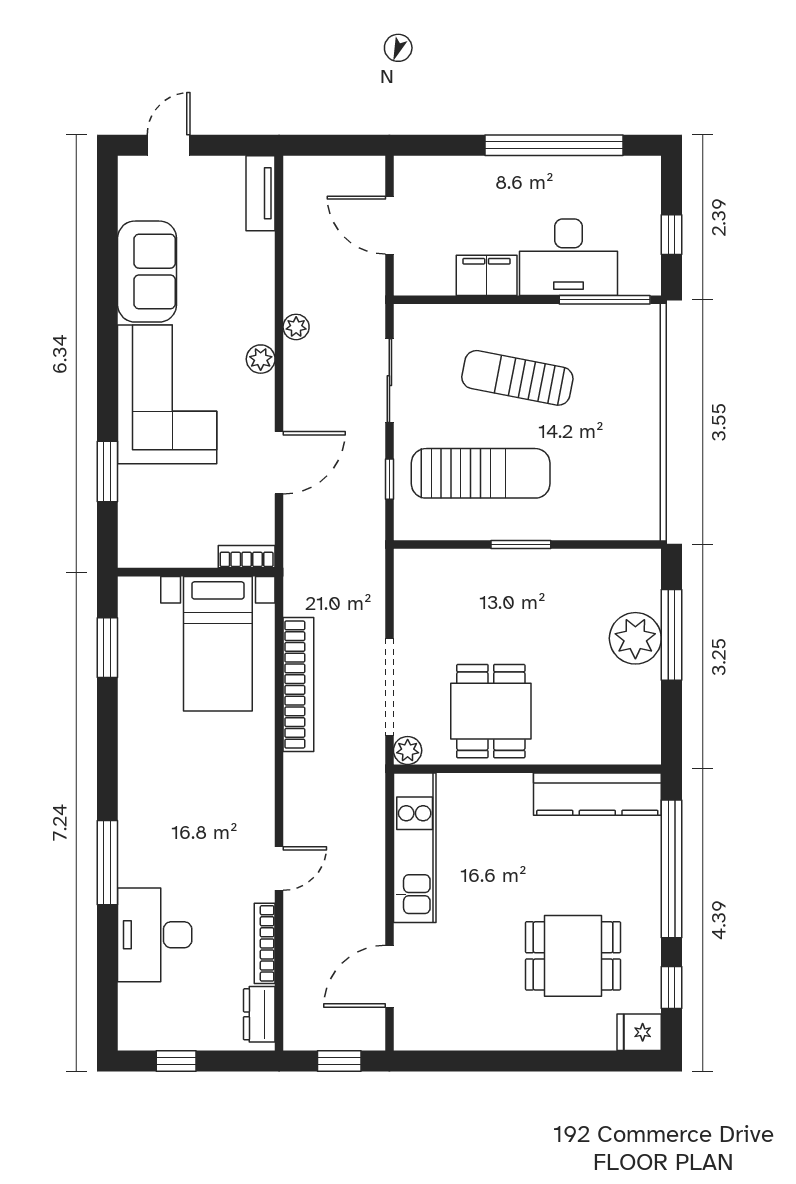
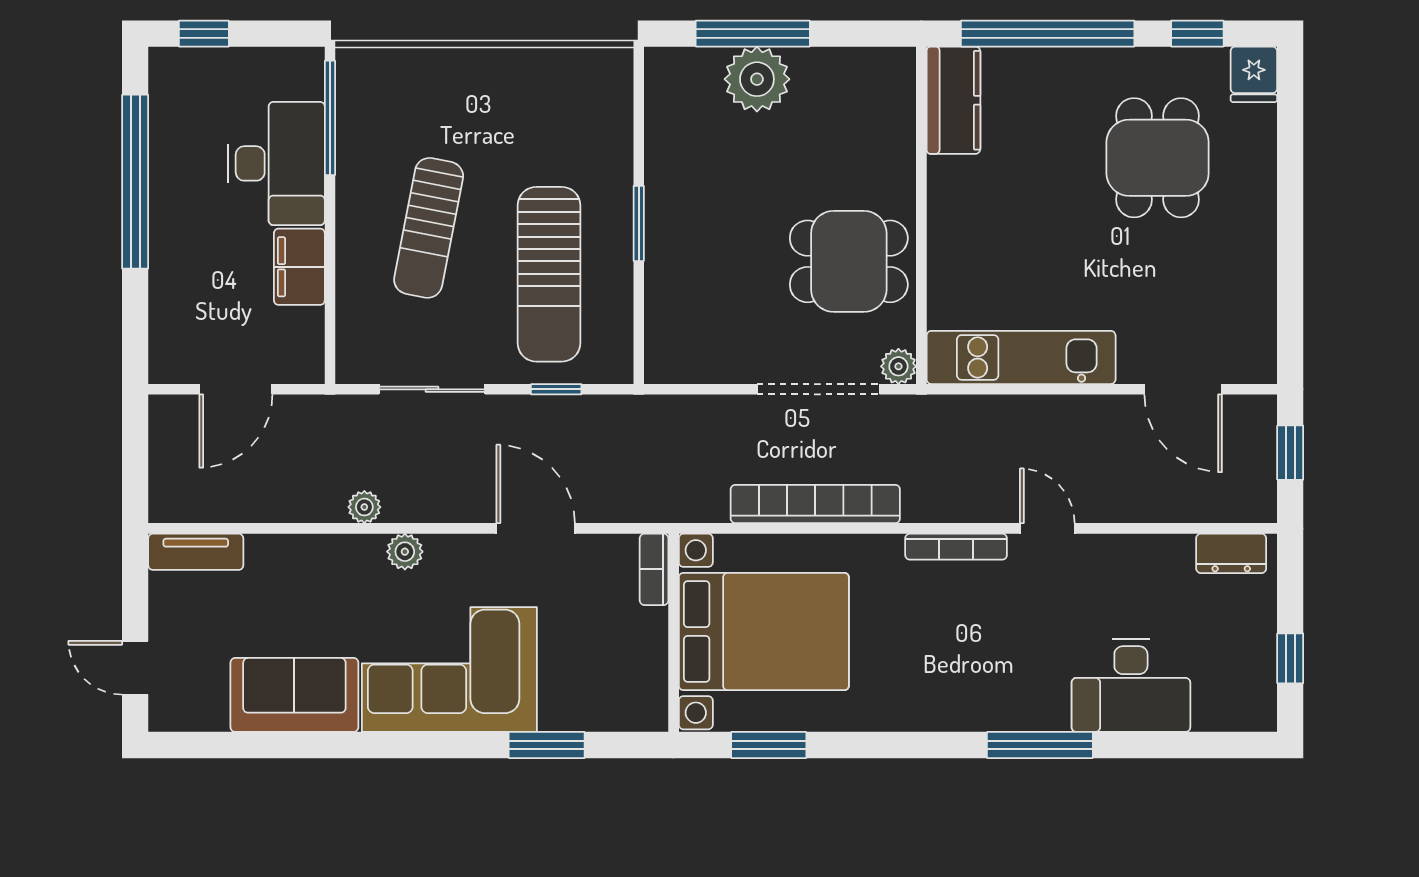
window: (671, 235) -> (204, 34), moved
sun lounger: (481, 473) -> (549, 274), turned 180
bed with nightstands: (218, 644) -> (764, 631), width x1.36
kitchen counter: (597, 794) -> (953, 100), width x0.67
bookcase: (265, 943) -> (956, 547), moved

